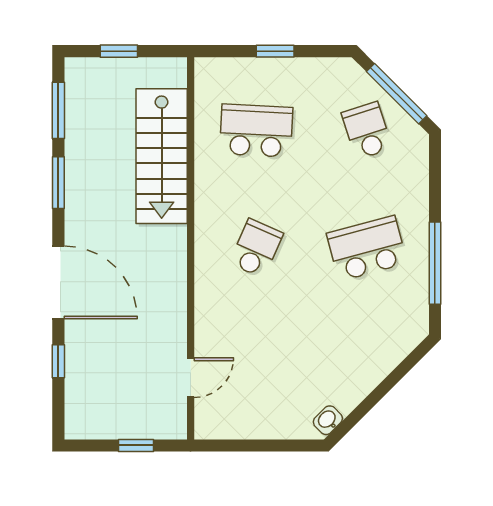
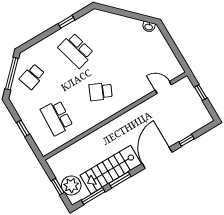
plant: (105, 79) -> (71, 185), added
stairs: (162, 156) -> (111, 170), moved, turned 180
window: (435, 263) -> (66, 22), width x0.46

